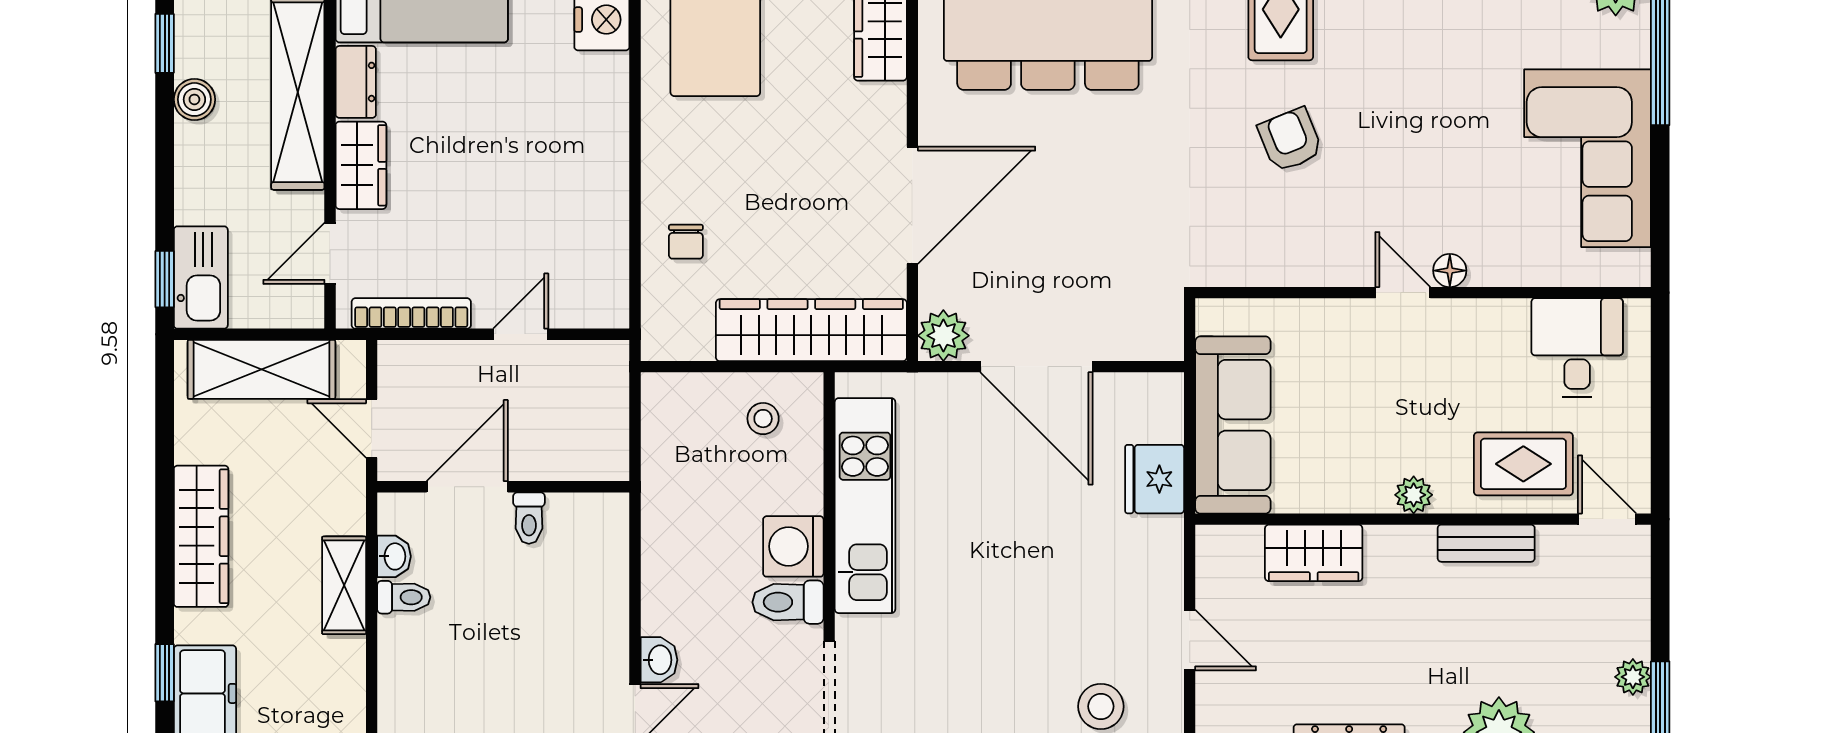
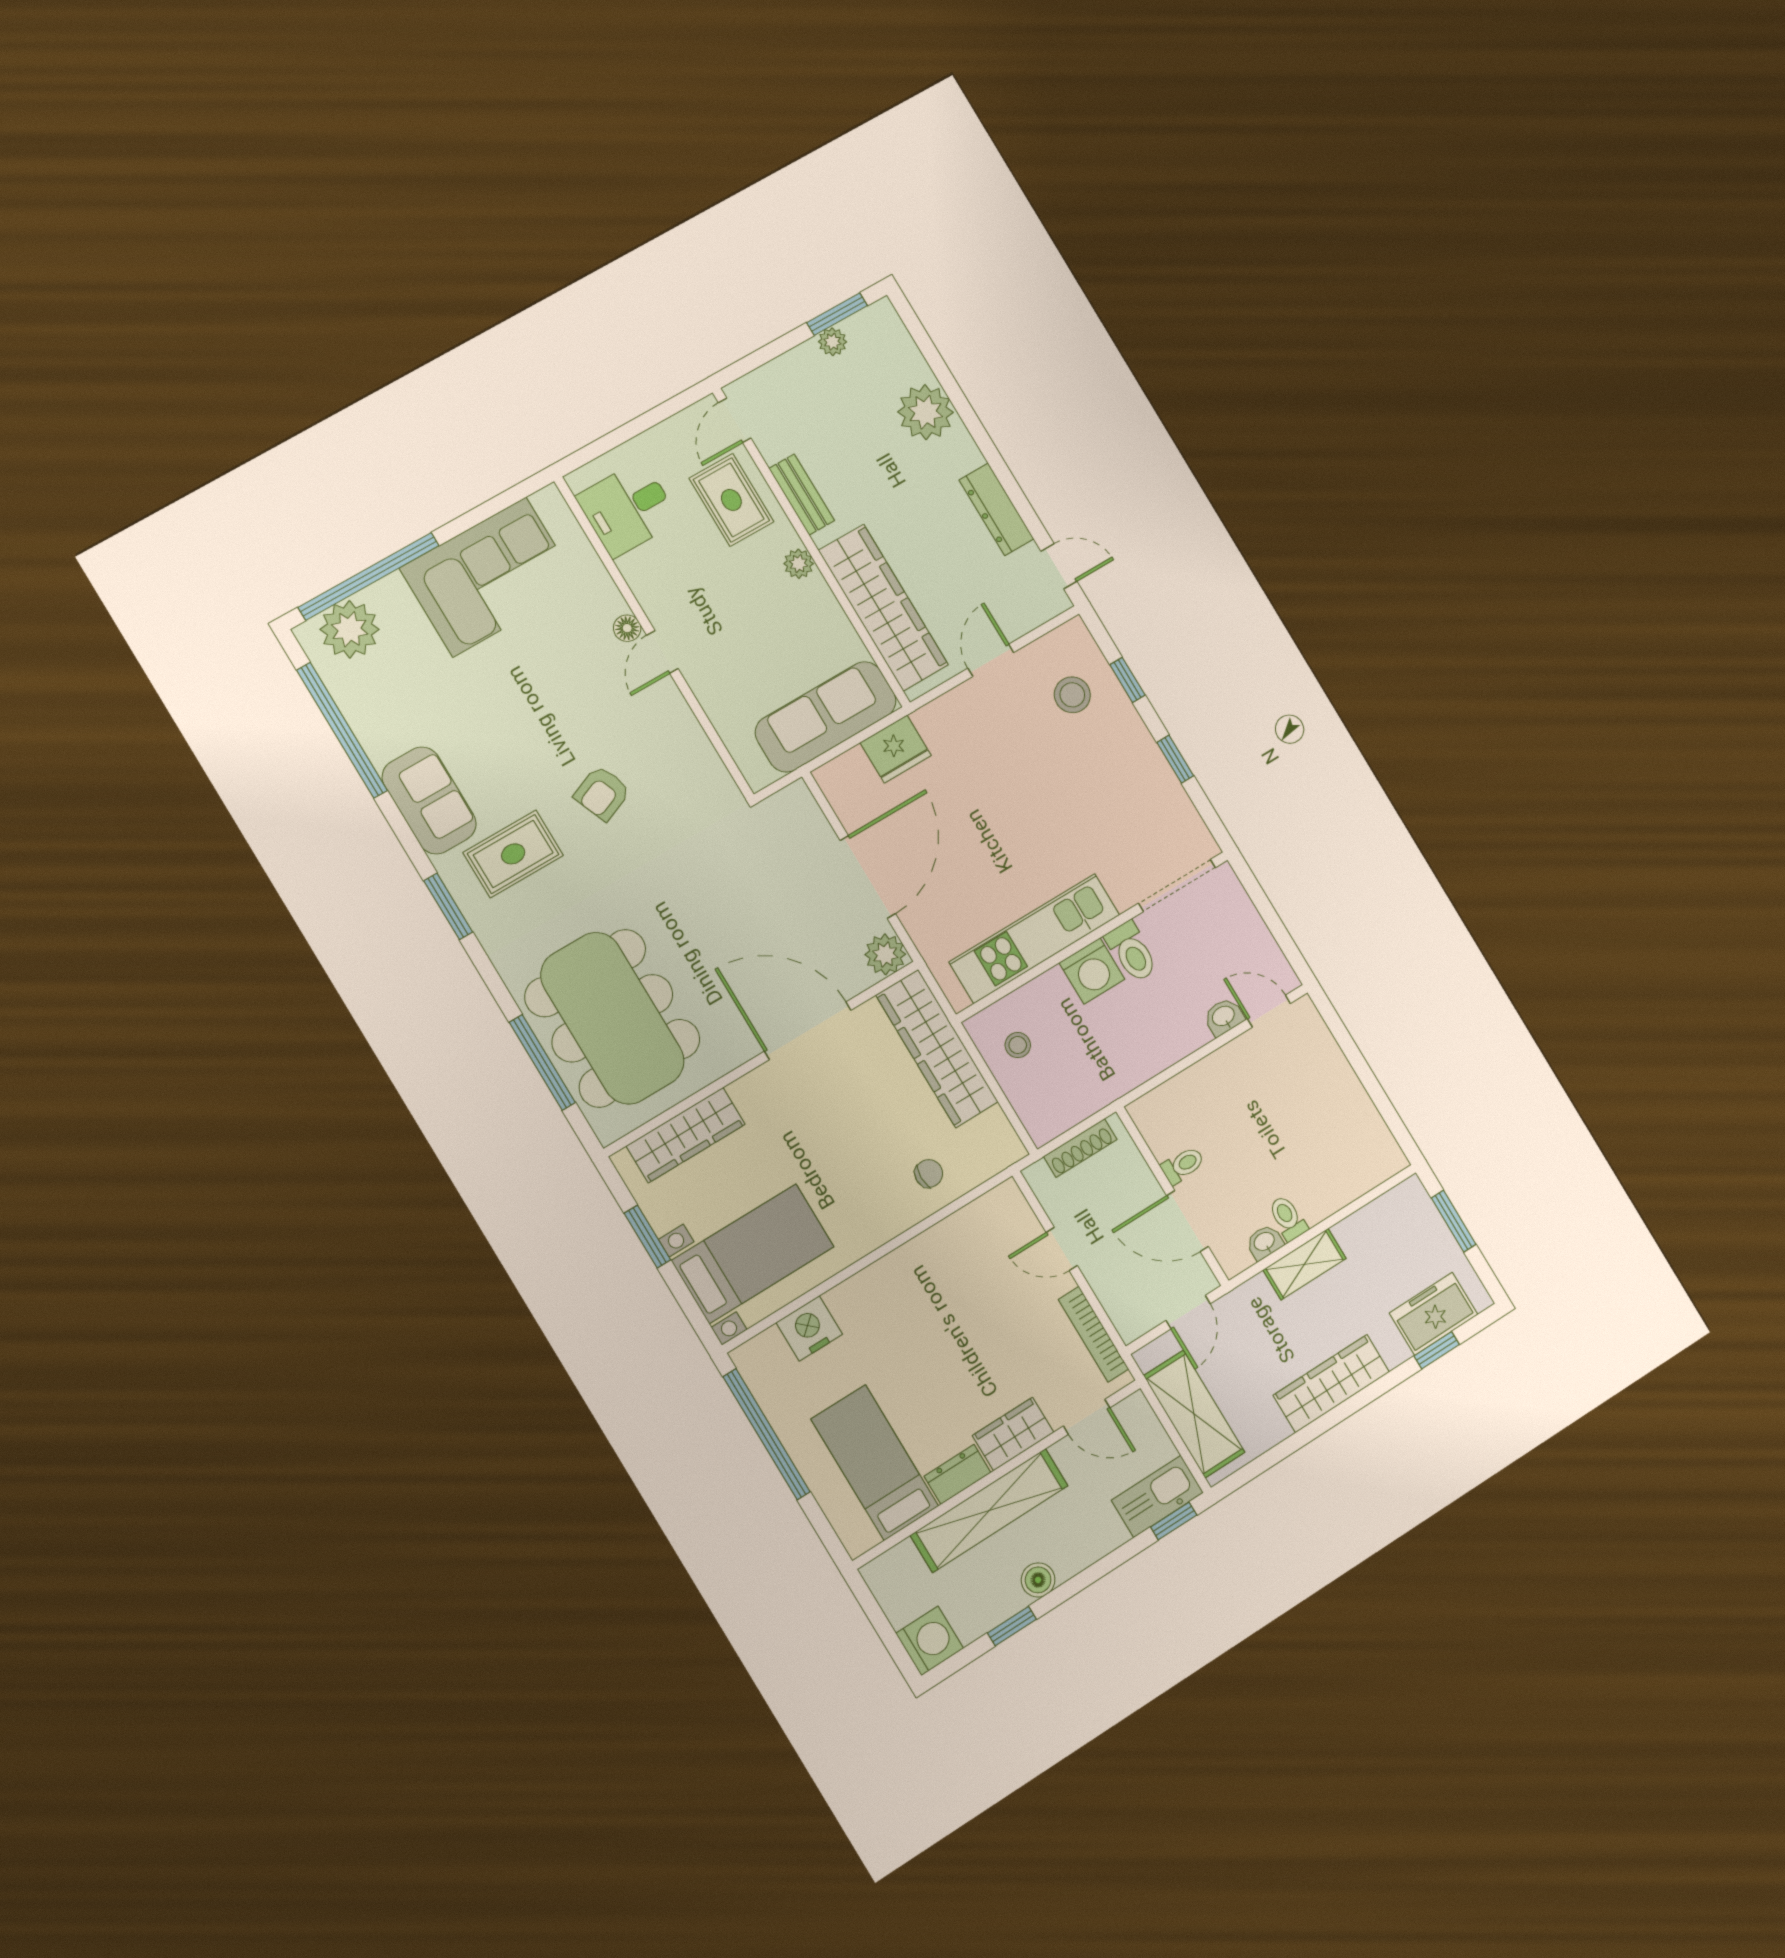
shoe rack: (614, 419) -> (1080, 1148), added
wardrobe: (1314, 553) -> (883, 608), width x2.10, depth x1.17

